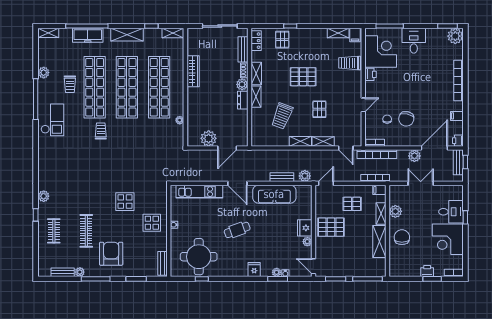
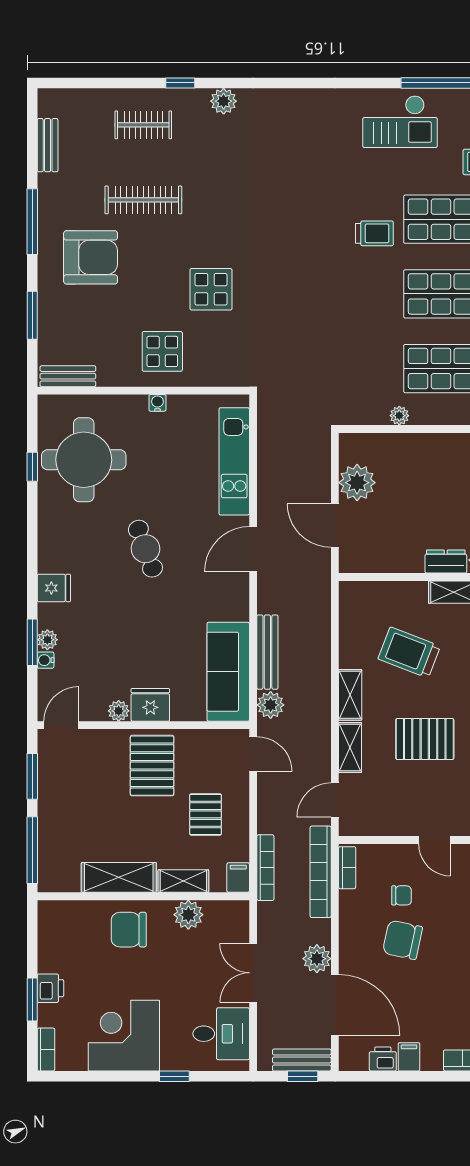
pallet: (319, 109) -> (425, 739), width x1.50, depth x1.42
printer: (458, 141) -> (383, 1059), moved
bench: (282, 177) -> (267, 652), width x1.36
double door: (421, 183) -> (253, 973), swing flipped
sofa: (274, 194) -> (228, 672), moved
desk: (451, 212) -> (221, 1034), moved, turned -90
chair: (402, 237) -> (129, 930), turned 180
plant: (80, 272) -> (48, 185), removed

